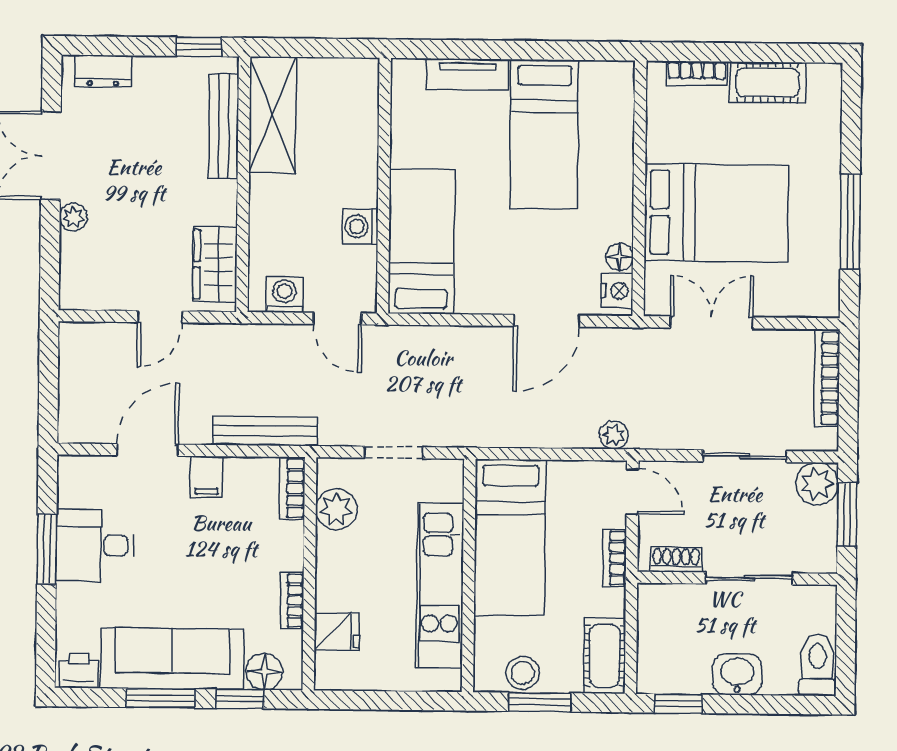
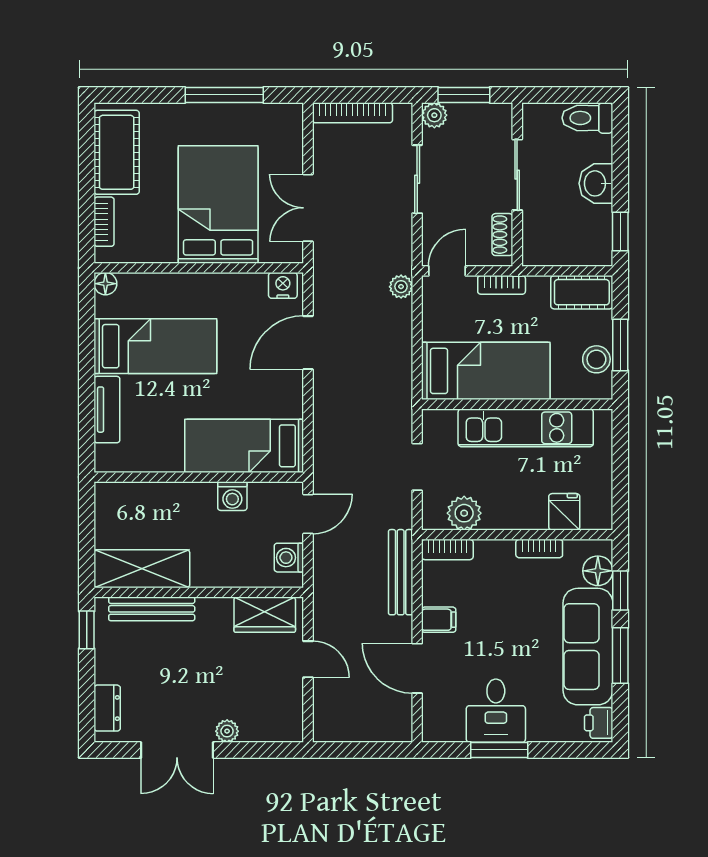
cot: (768, 82) -> (117, 152), width x1.37, depth x1.34
floor lamp: (619, 257) -> (105, 284), moved
door: (547, 321) -> (308, 343), swing flipped
plant: (817, 484) -> (434, 115), width x0.73, depth x0.73

